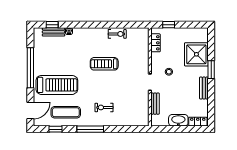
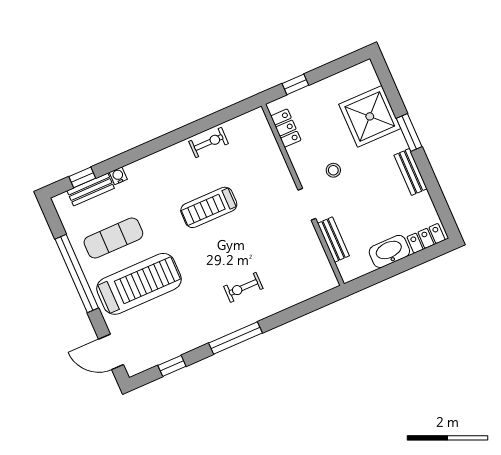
door: (30, 111) -> (111, 352), swing flipped
exercise mat: (66, 112) -> (113, 238), moved

